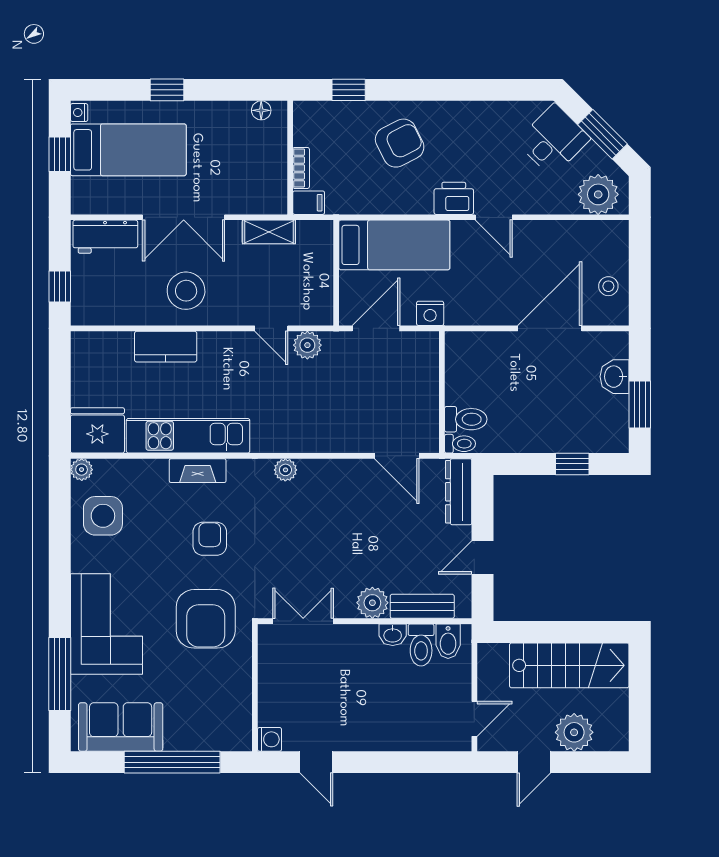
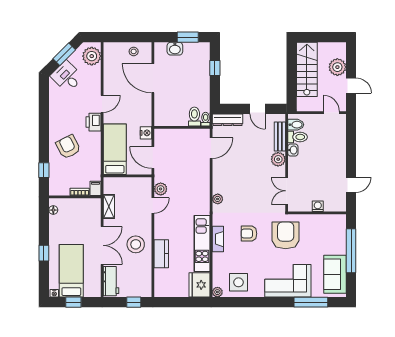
armchair: (206, 619) -> (286, 235), turned -90
washing machine: (270, 739) -> (318, 206), moved

